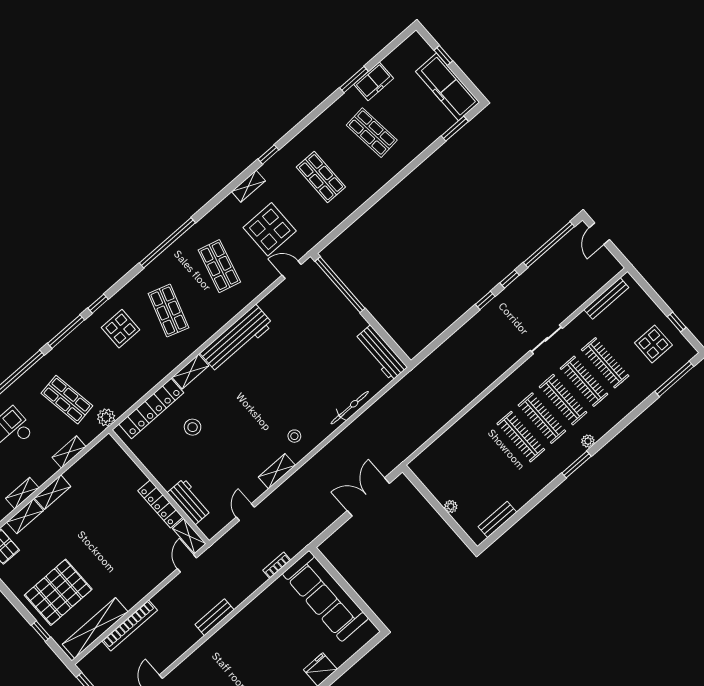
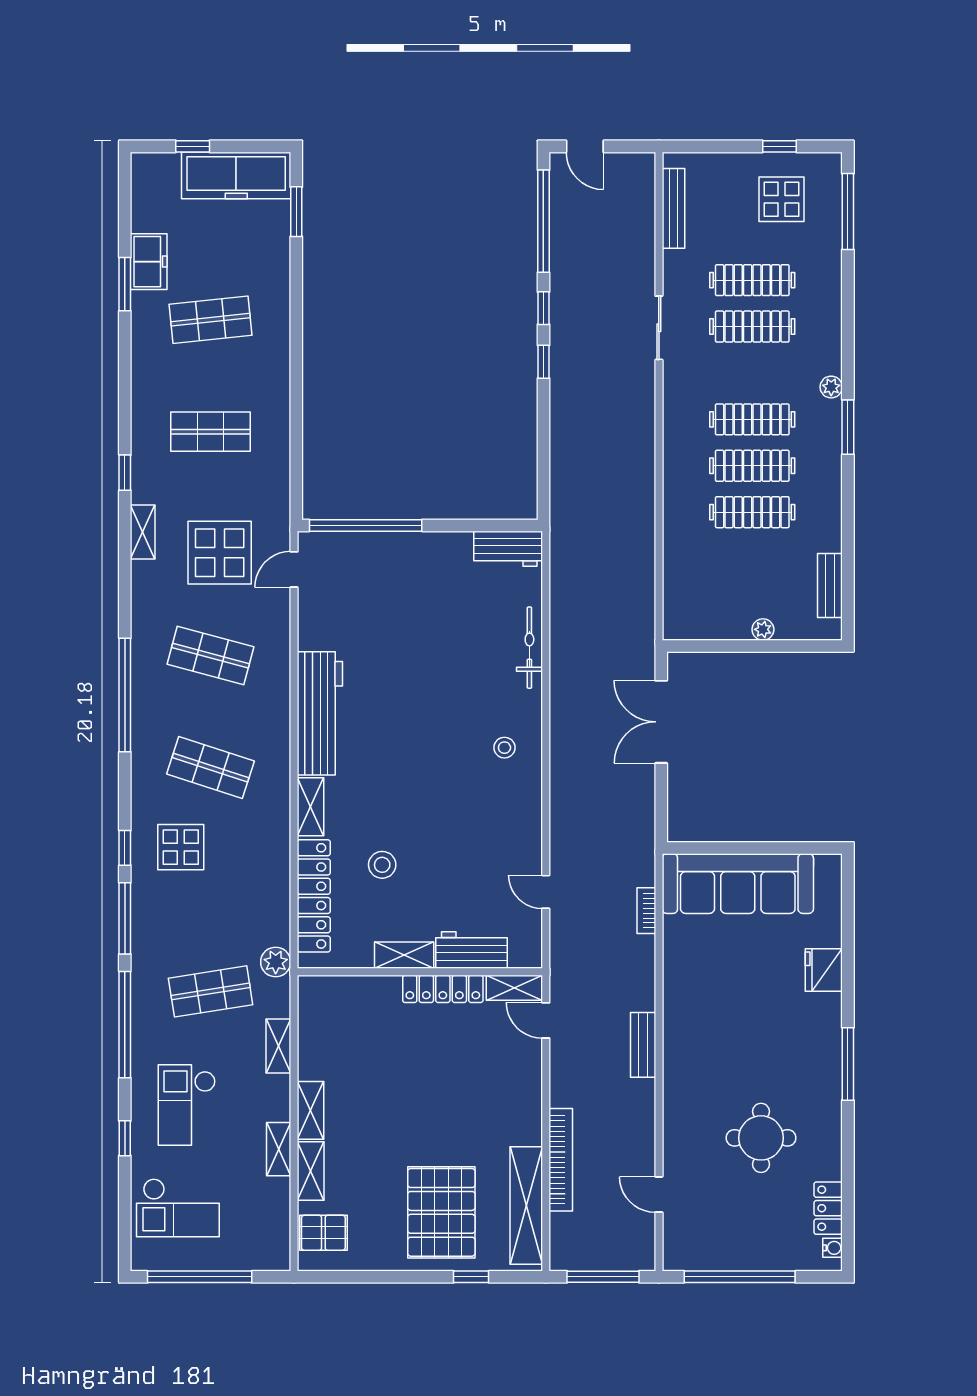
workbench: (381, 353) -> (508, 549), width x0.73
clothes rail: (563, 400) -> (752, 512), moved
shelving: (277, 471) -> (404, 955), moved, turned 90

